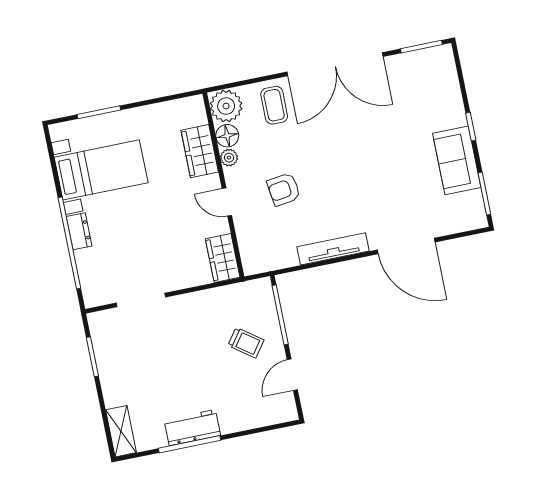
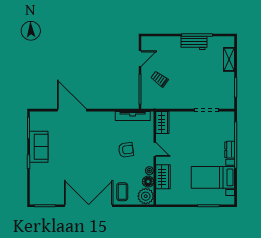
tv unit: (333, 249) -> (133, 116), moved
shelving: (121, 431) -> (229, 59), moved

